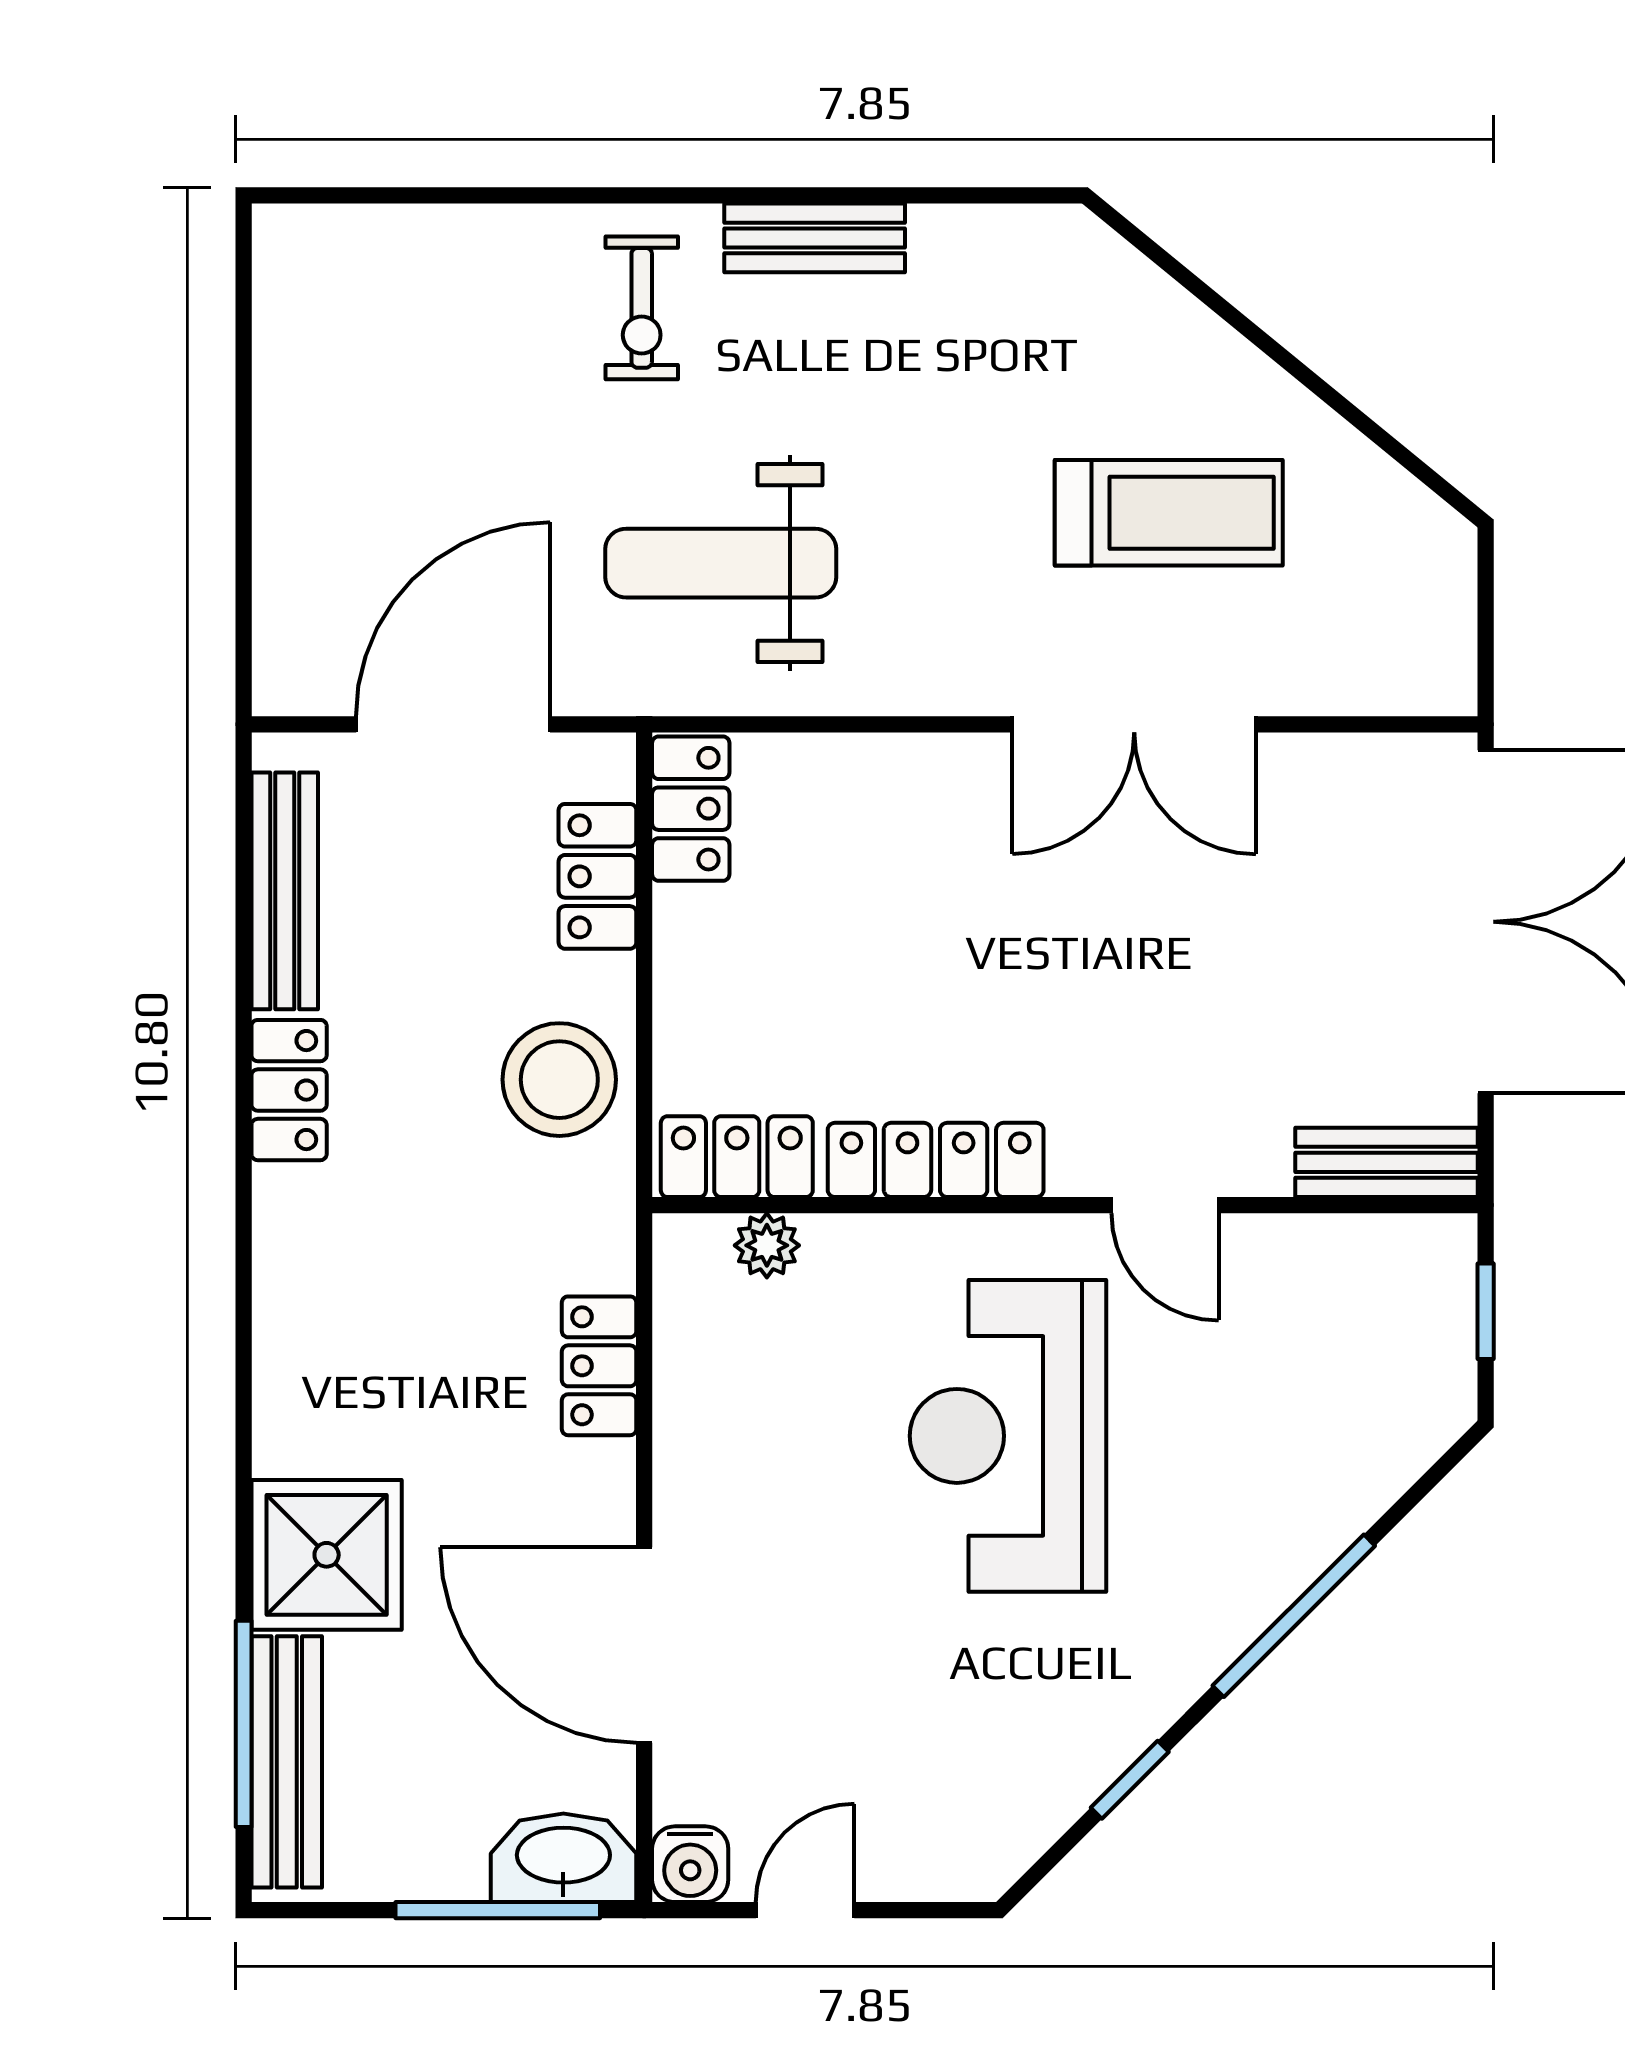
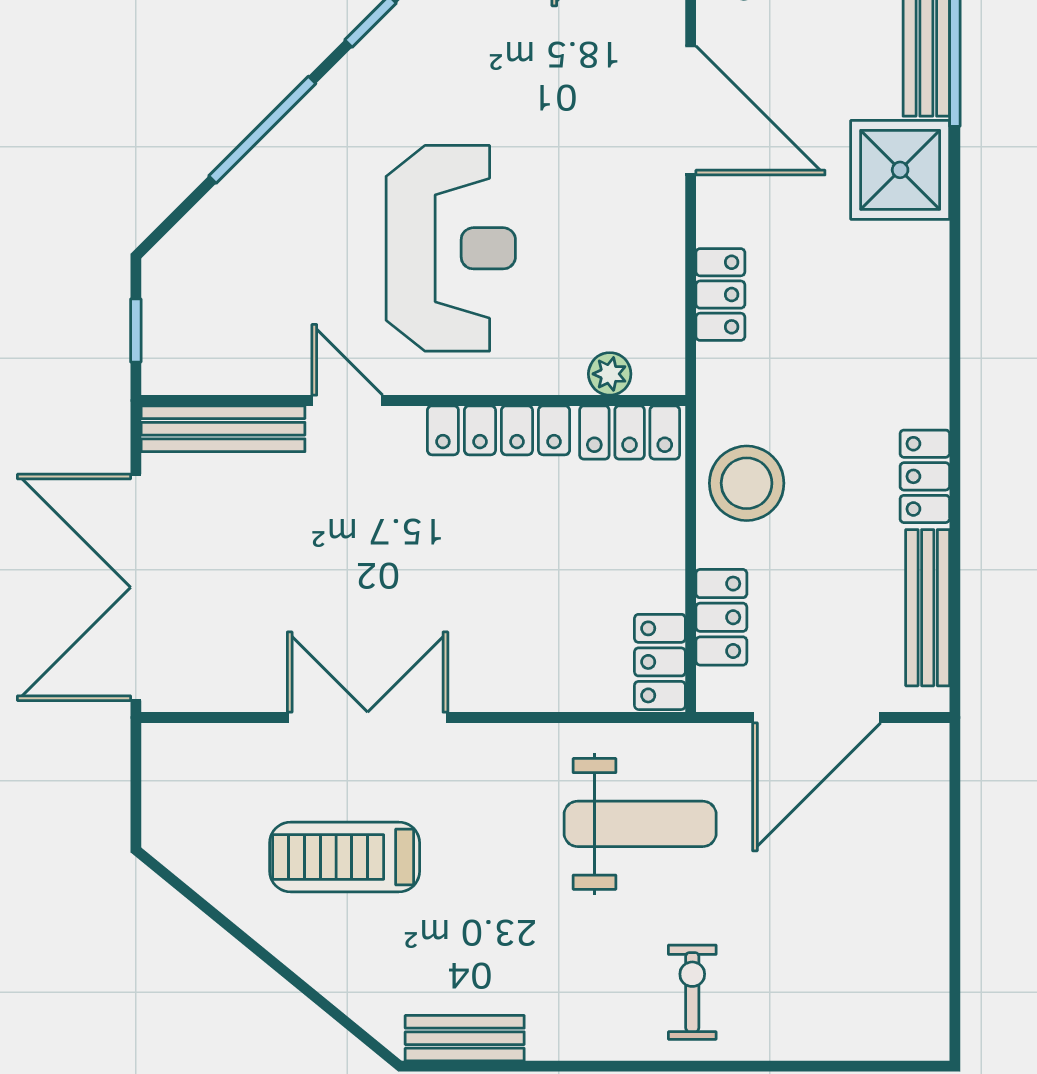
bench: (815, 238) -> (465, 1038), moved
bench: (1386, 1162) -> (223, 429), width x1.36

